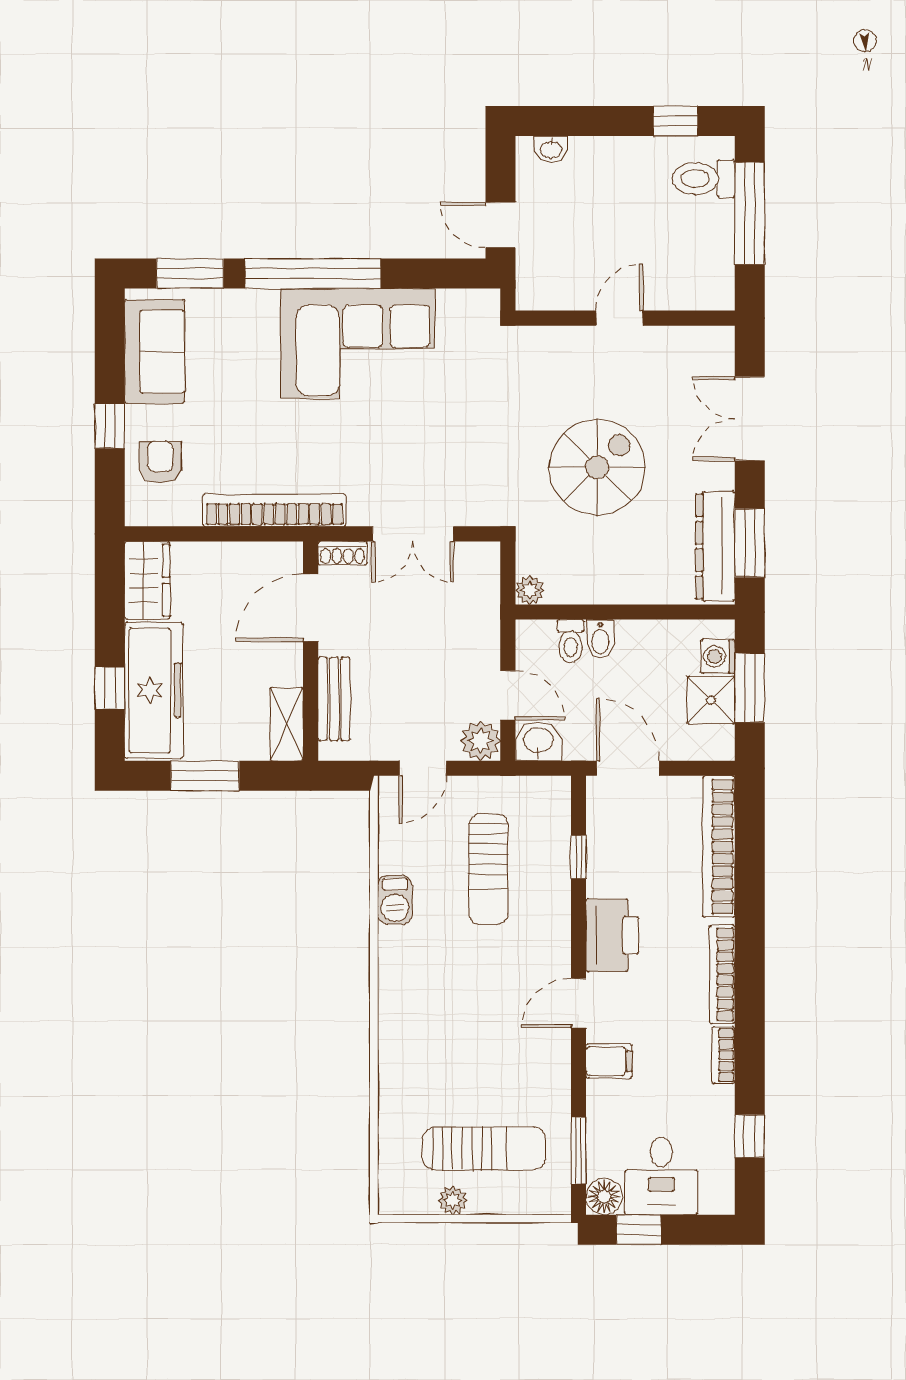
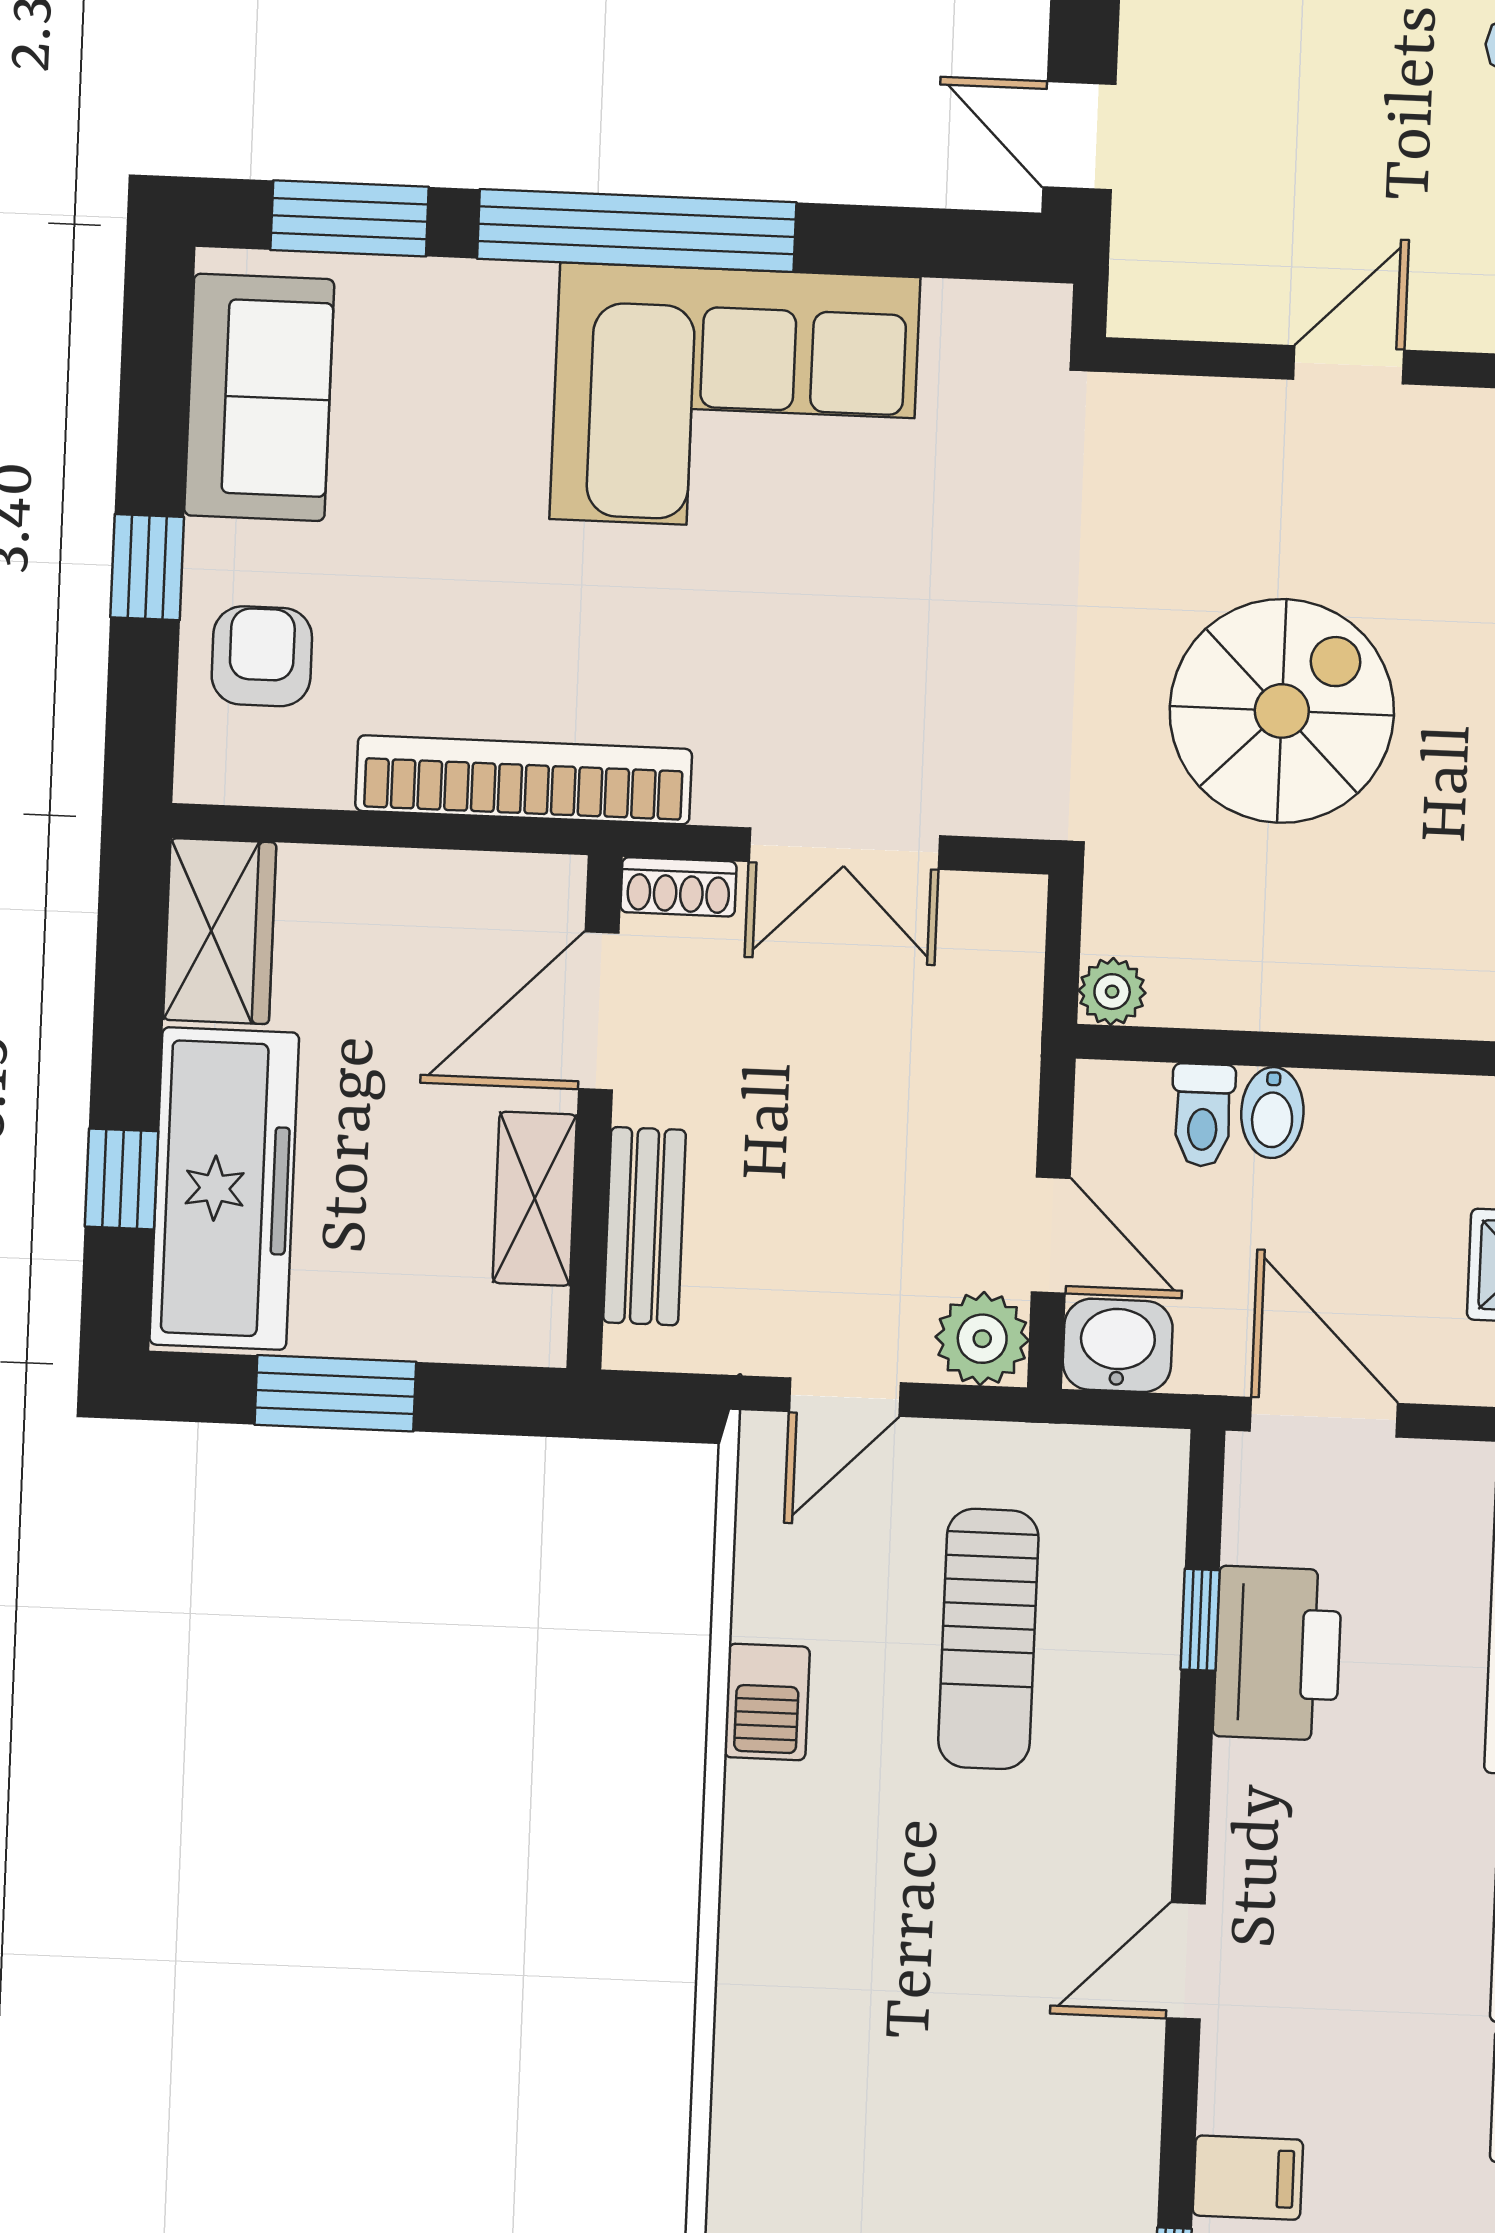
shelving: (287, 724) -> (535, 1199), moved
printer: (612, 935) -> (1278, 1653), moved
filing cabinet: (609, 1061) -> (1248, 2178), moved

